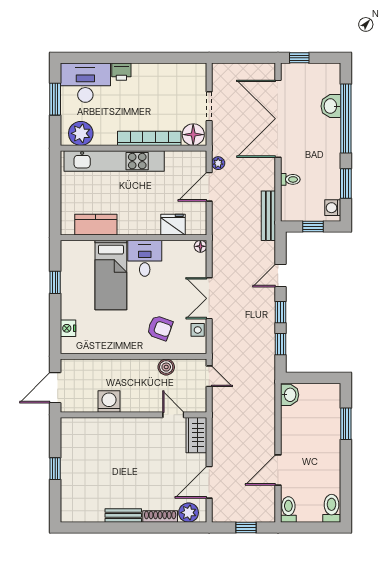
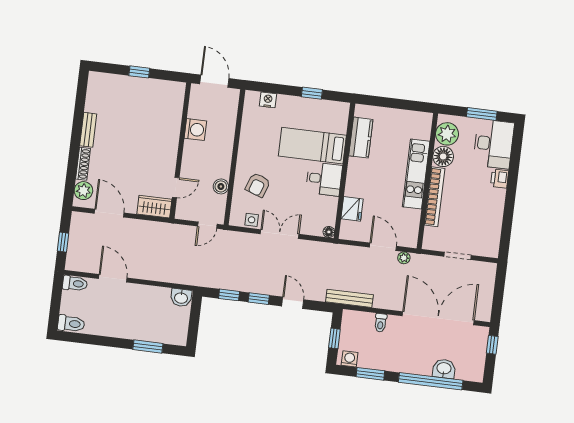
floor lamp: (193, 135) -> (443, 156), moved
kitchen unit: (114, 161) -> (416, 174), width x0.73

